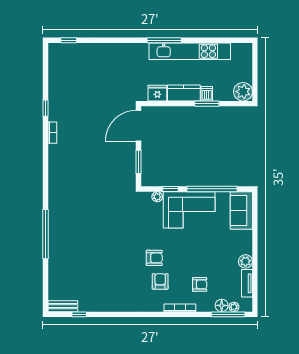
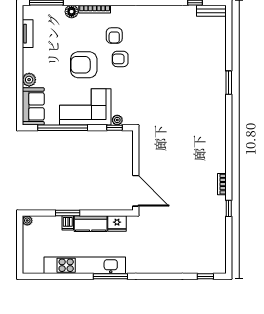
plant: (243, 92) -> (27, 220), width x0.53, depth x0.53
door: (139, 126) -> (136, 191), hinge flipped
window: (139, 162) -> (136, 155), removed
window: (171, 189) -> (115, 128), moved
window: (45, 234) -> (229, 83), width x0.47
plant: (245, 261) -> (29, 80), moved
armchair: (200, 284) -> (84, 65), moved, width x1.88, depth x1.88
floor lamp: (222, 305) -> (72, 12), moved
plant: (234, 307) -> (41, 10), removed

